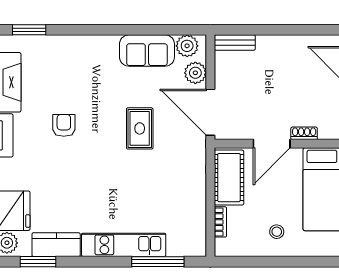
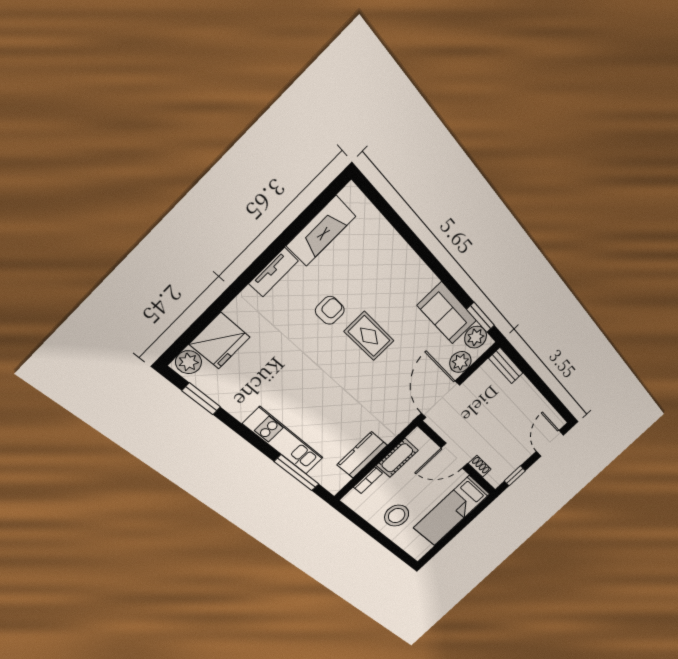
window: (29, 30) -> (481, 317), moved
rug: (140, 128) -> (369, 336), moved, turned 90
cot: (229, 178) -> (397, 458), width x0.73, depth x0.75
stool: (277, 232) -> (397, 516), width x1.89, depth x1.89
kitchen counter: (56, 245) -> (362, 455), moved, turned -90

